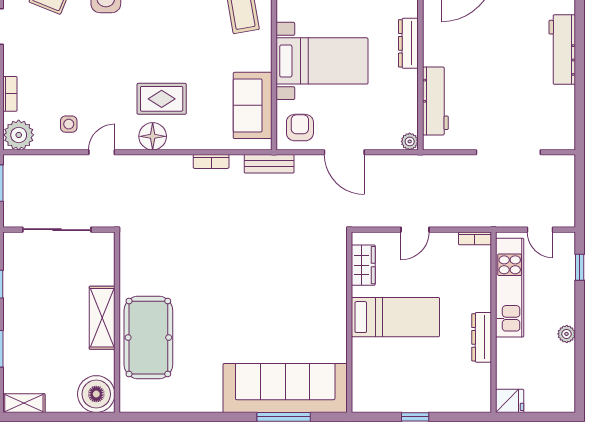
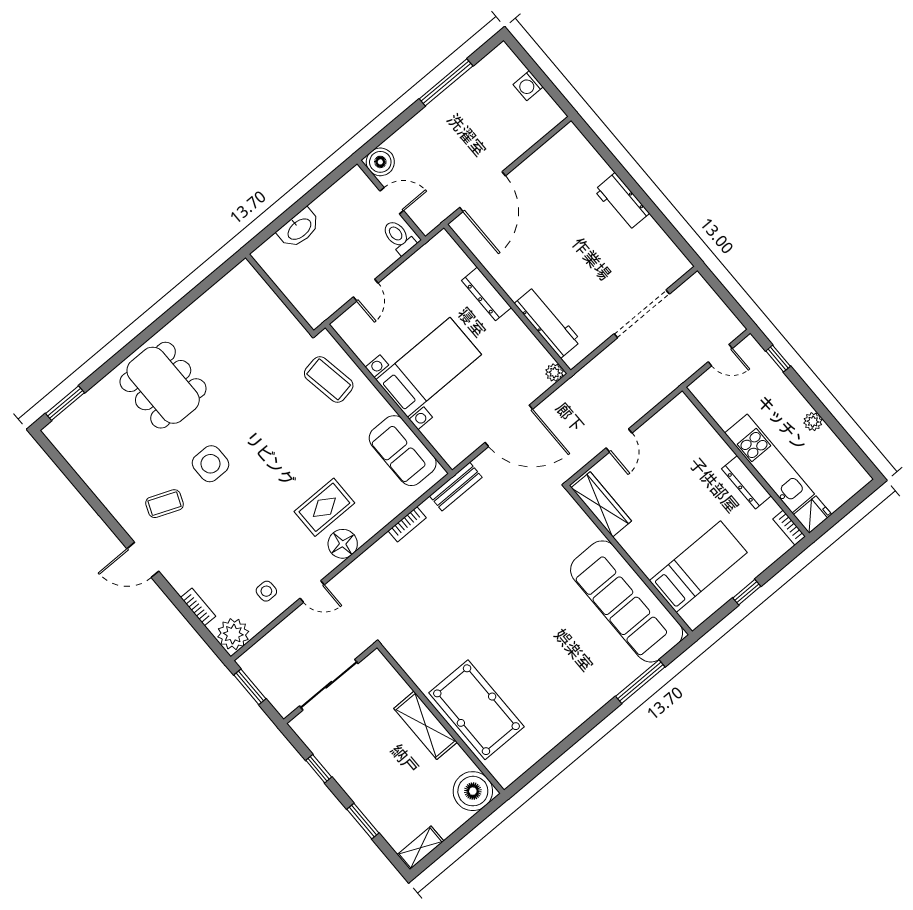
workbench: (562, 50) -> (622, 202), width x0.73
armchair: (300, 128) -> (456, 436), removed
door: (102, 152) -> (312, 591), swing flipped
door: (344, 152) -> (509, 426), width x1.36
bookcase: (475, 238) -> (789, 528), moved, turned 90
wardrobe: (363, 265) -> (601, 504), width x1.50
kitchen unit: (510, 288) -> (770, 464), moved
bed: (395, 317) -> (698, 567), moved
sofa: (285, 388) -> (627, 601), moved, turned -90

